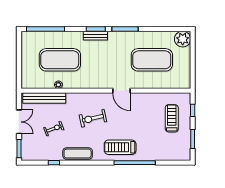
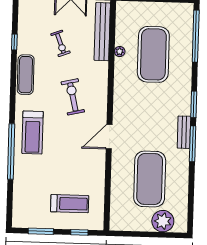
bench: (95, 36) -> (184, 132), moved
plant: (183, 39) -> (163, 221), moved
treadmill: (120, 147) -> (32, 132), turned 180

